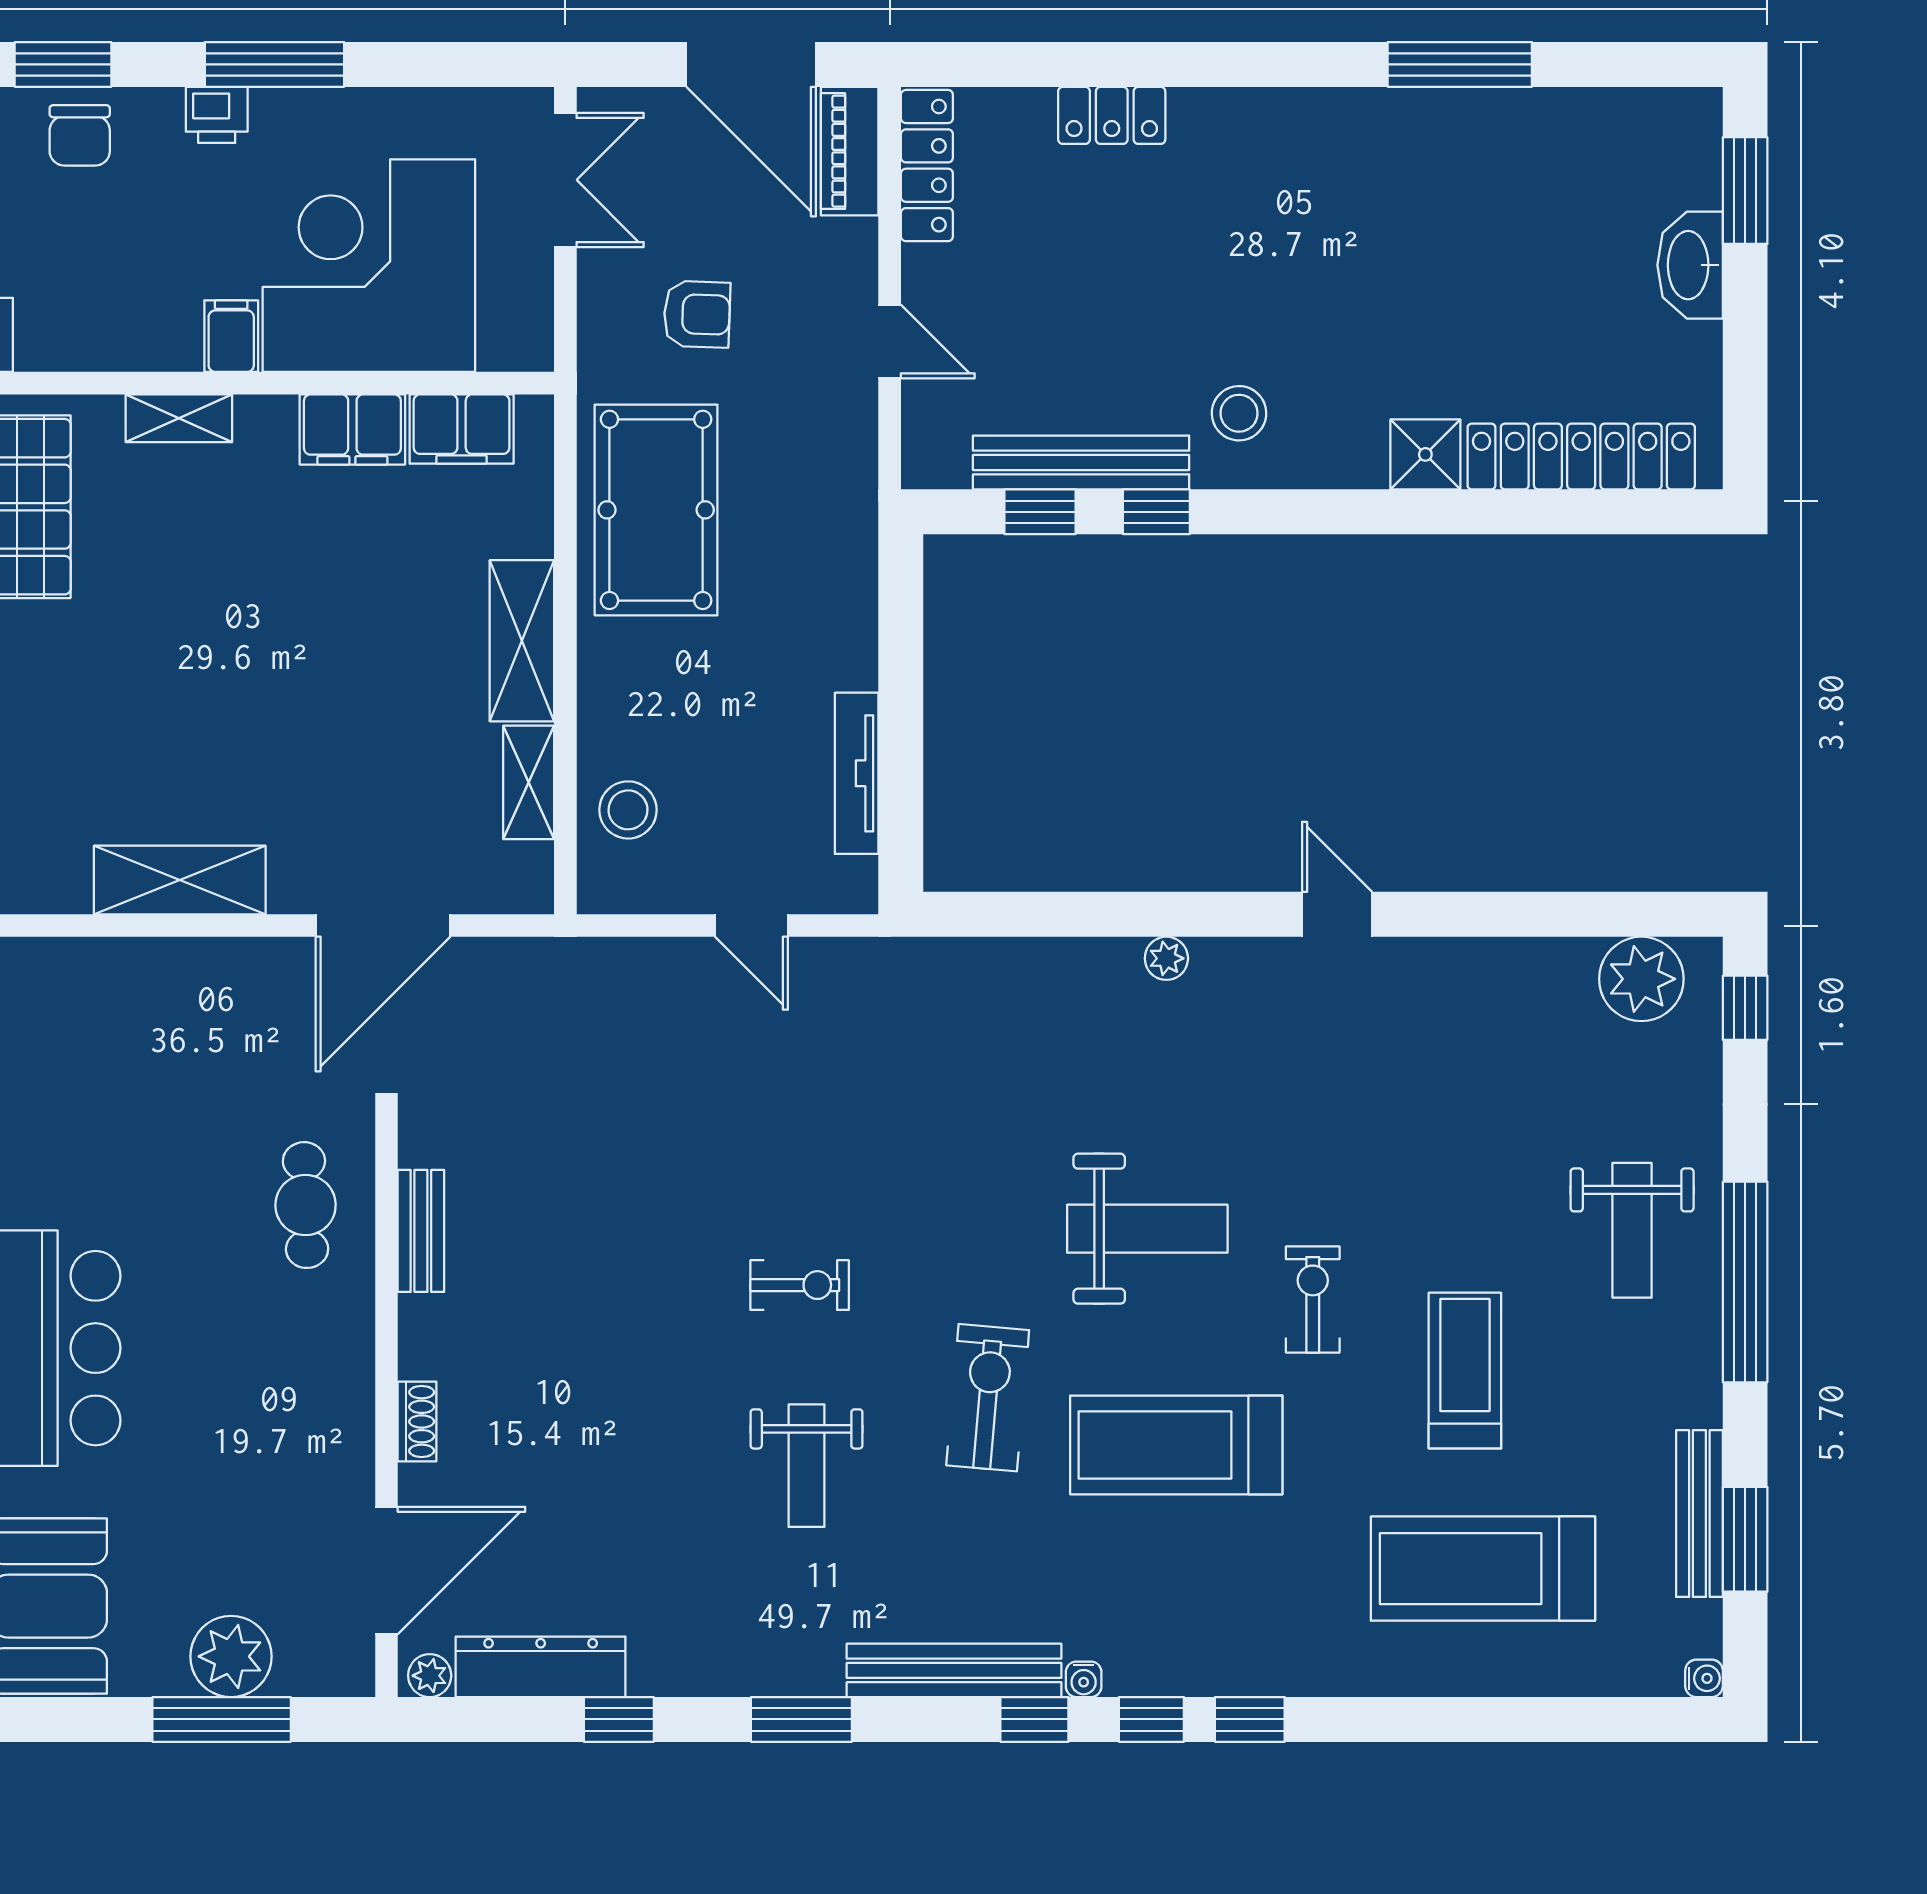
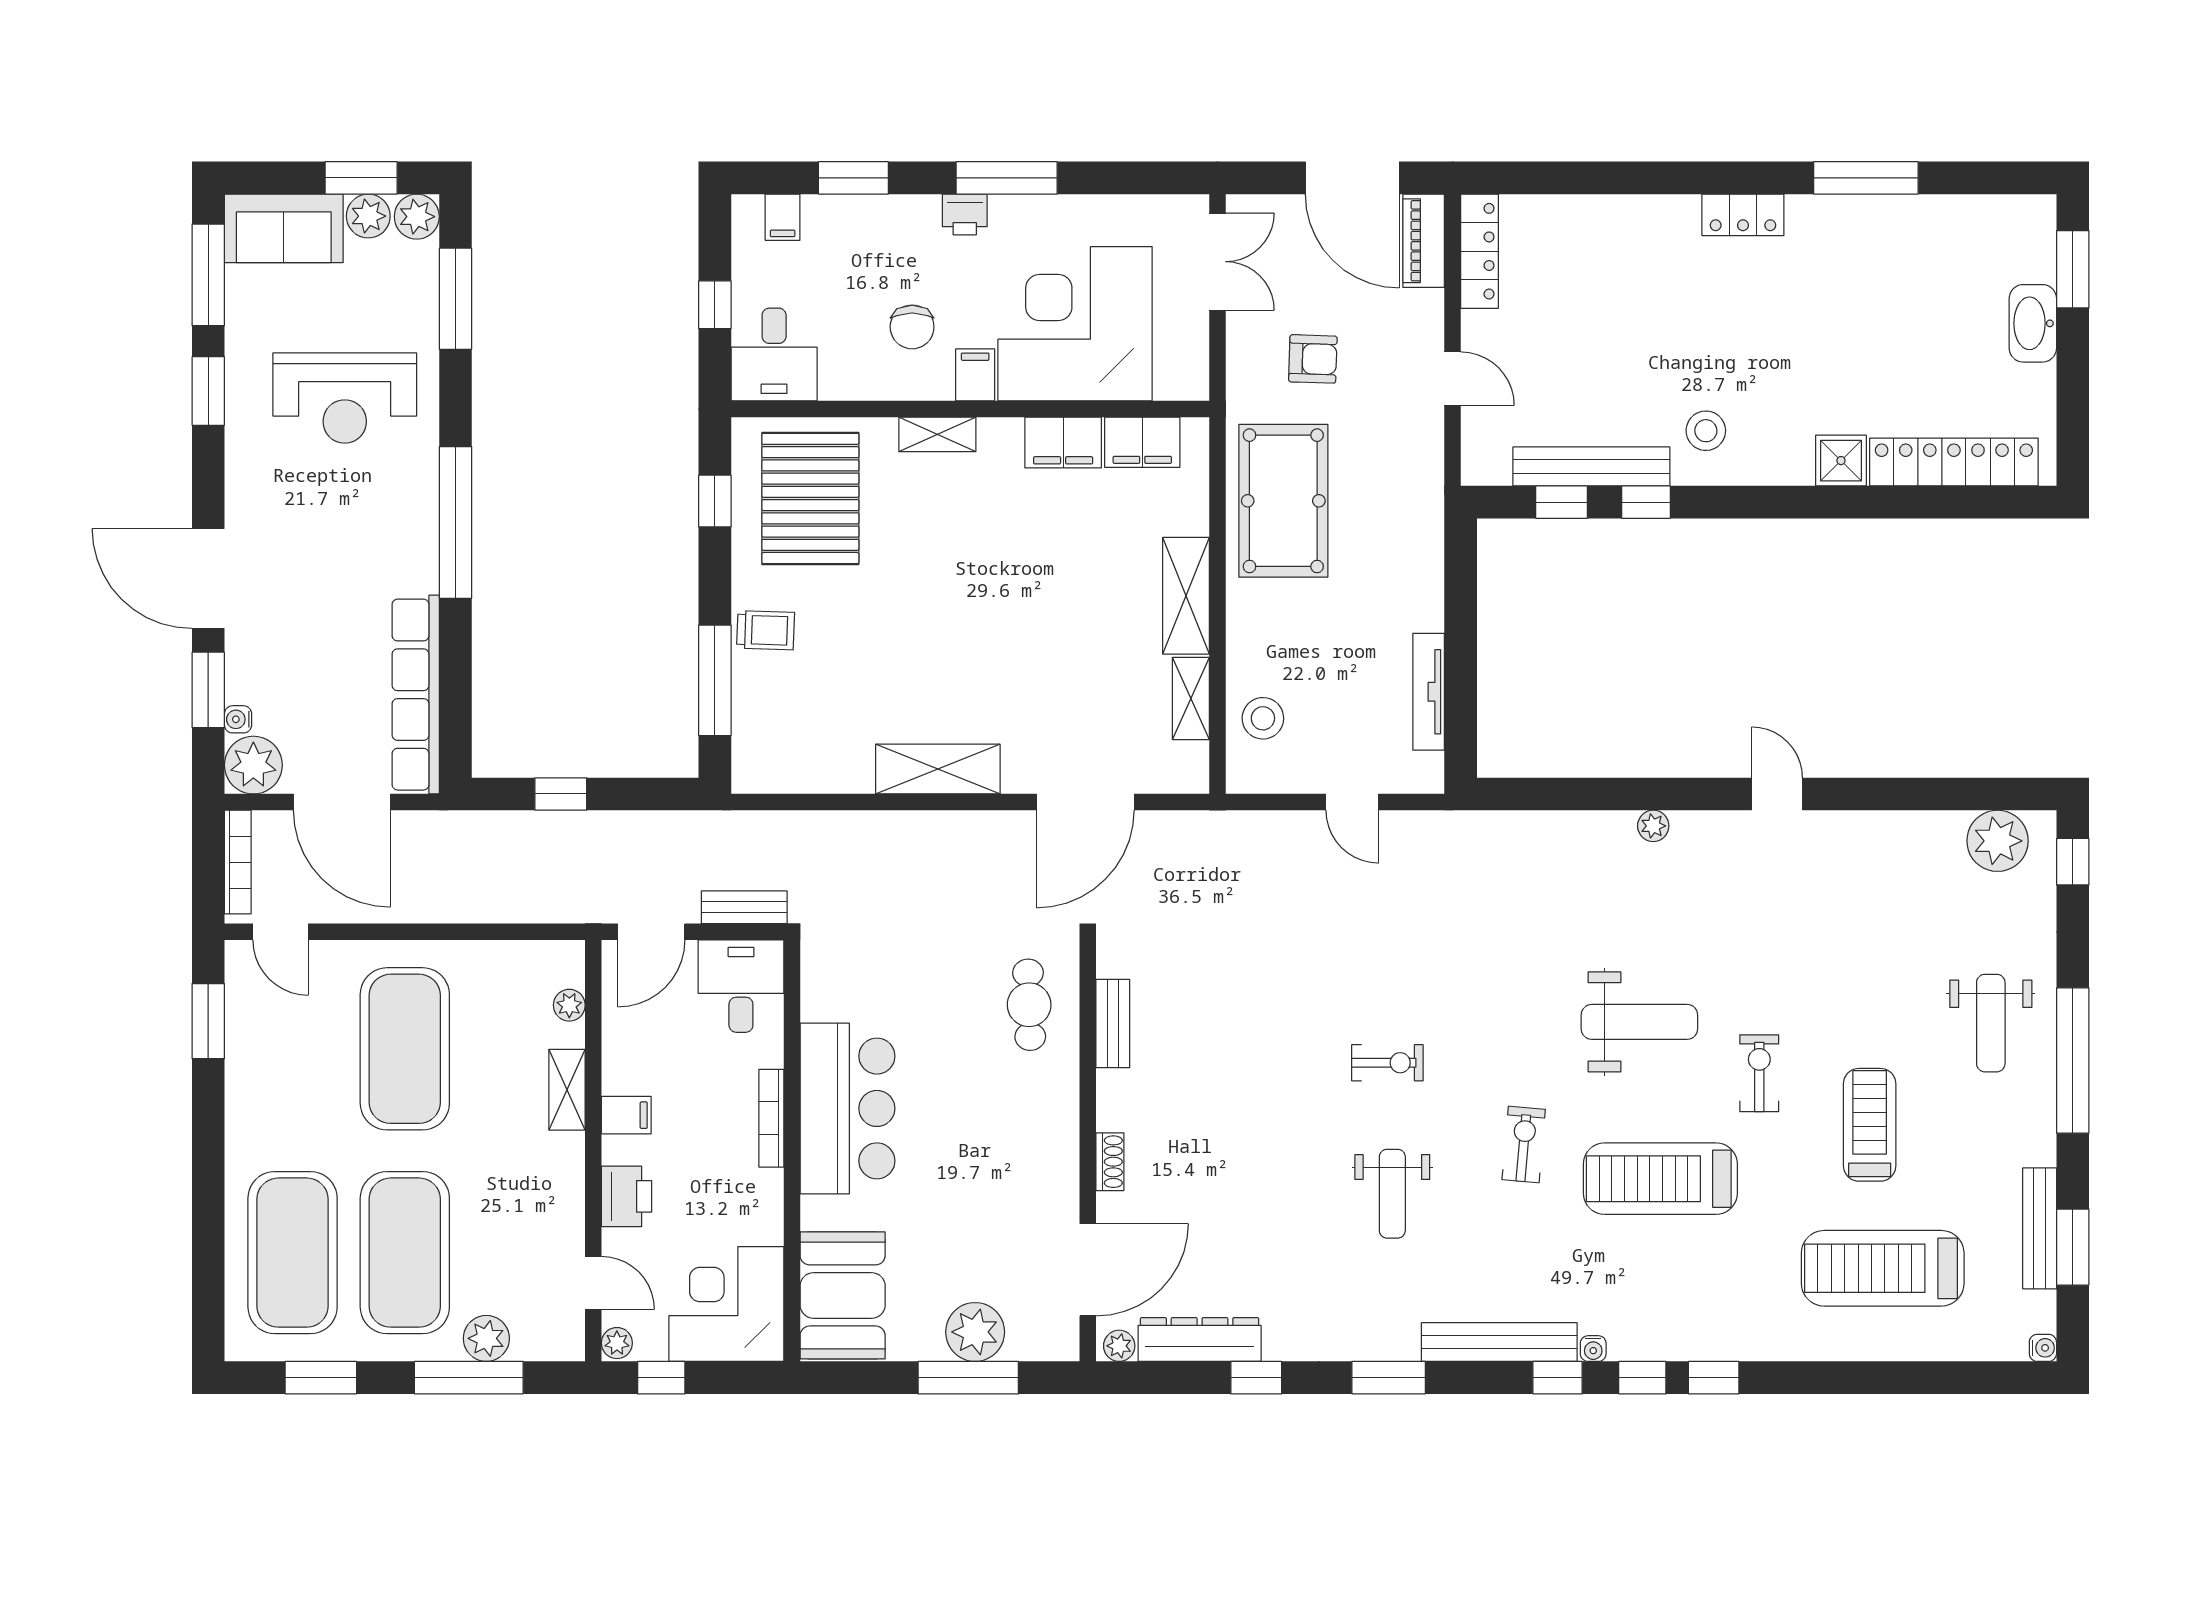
locker: (1112, 115) -> (1743, 215), moved
chair: (80, 135) -> (912, 327), moved
exercise bike: (988, 1398) -> (1524, 1144), width x0.73, depth x0.72

